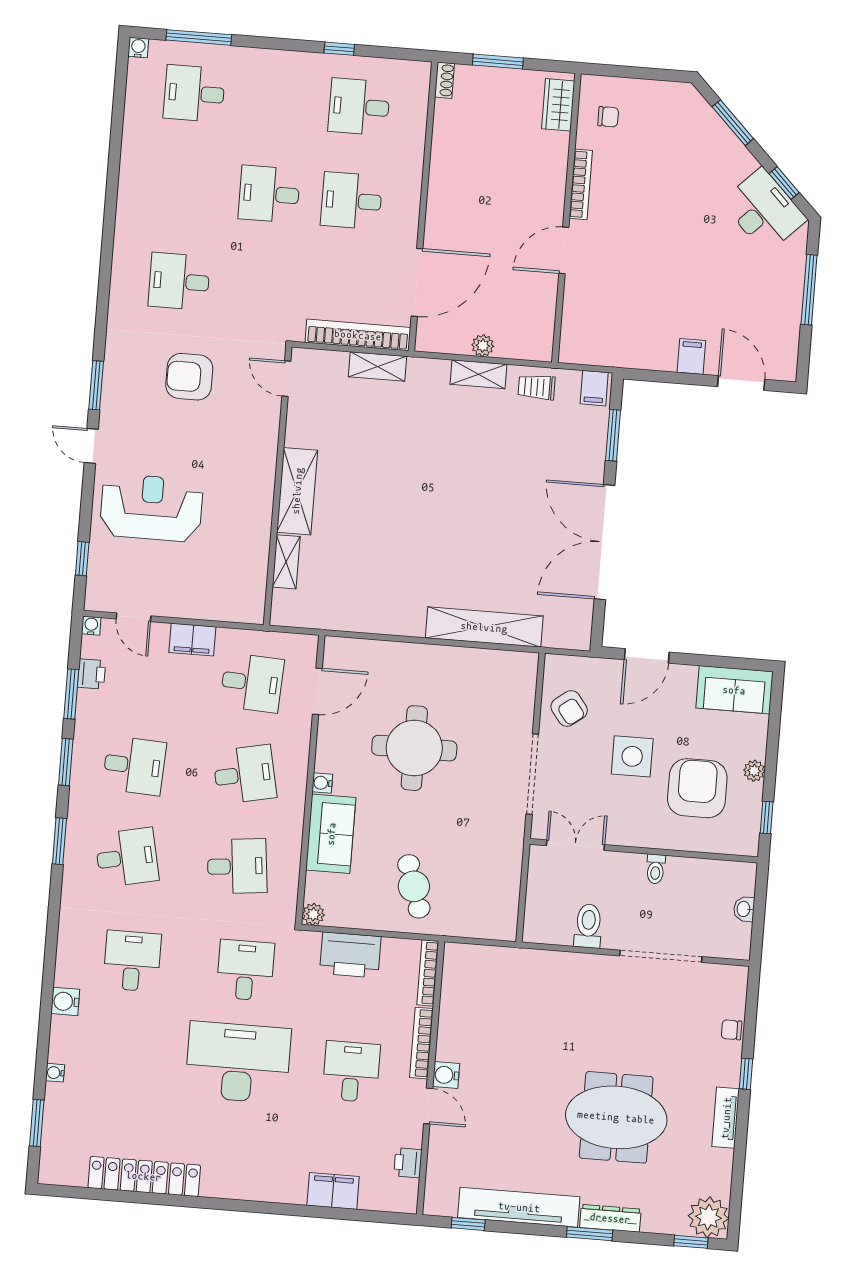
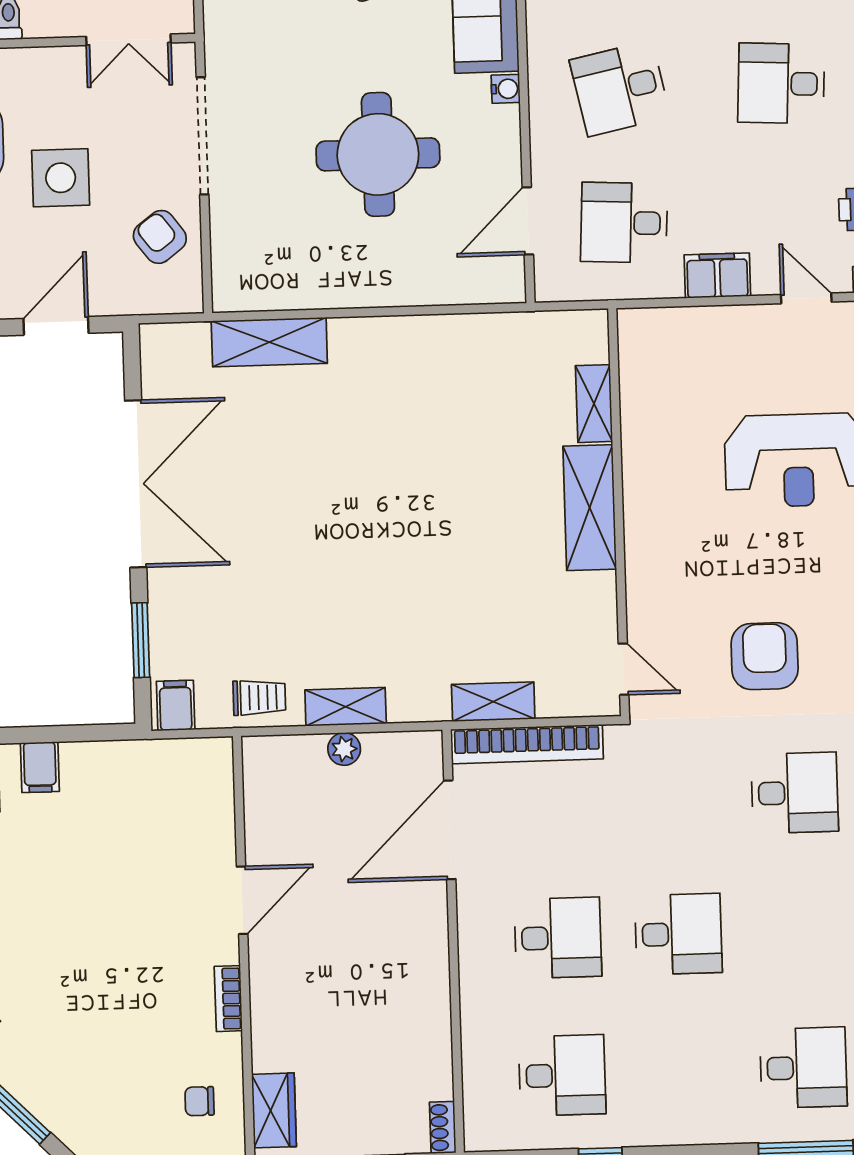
bookcase: (581, 184) -> (228, 999), width x0.64
armchair: (189, 377) -> (765, 656), turned -90
shelving: (484, 627) -> (269, 342), width x0.68

